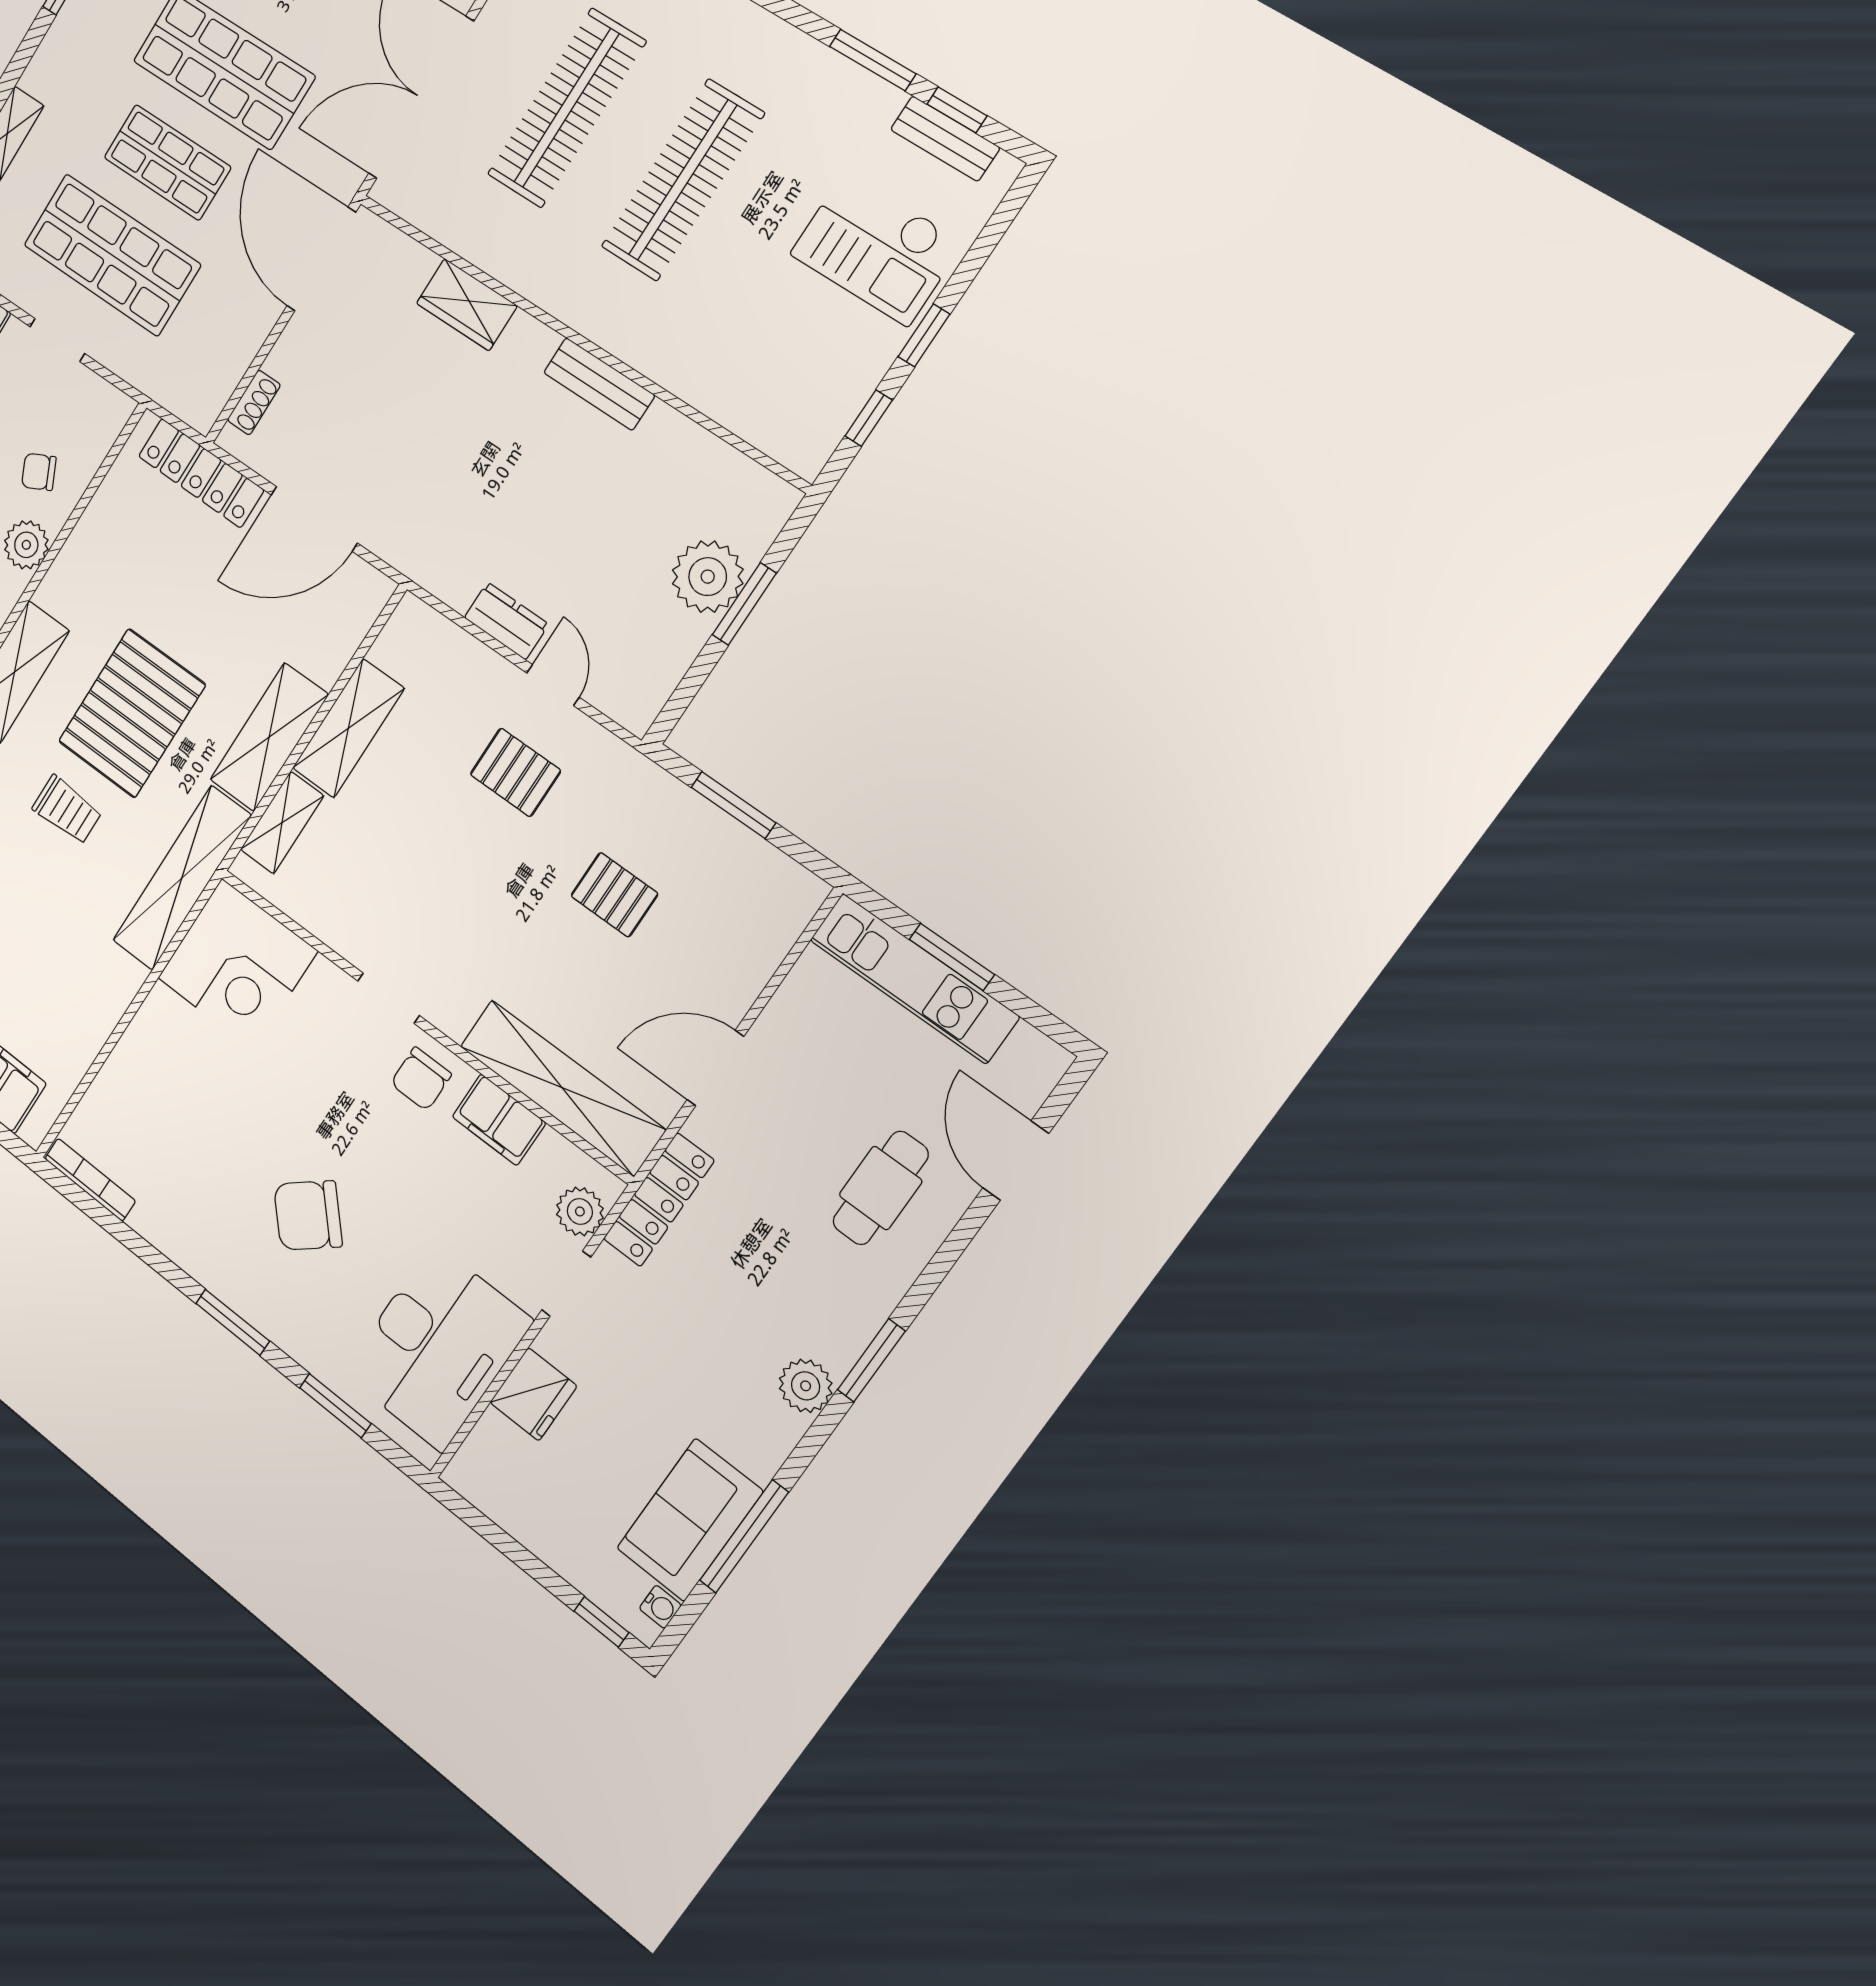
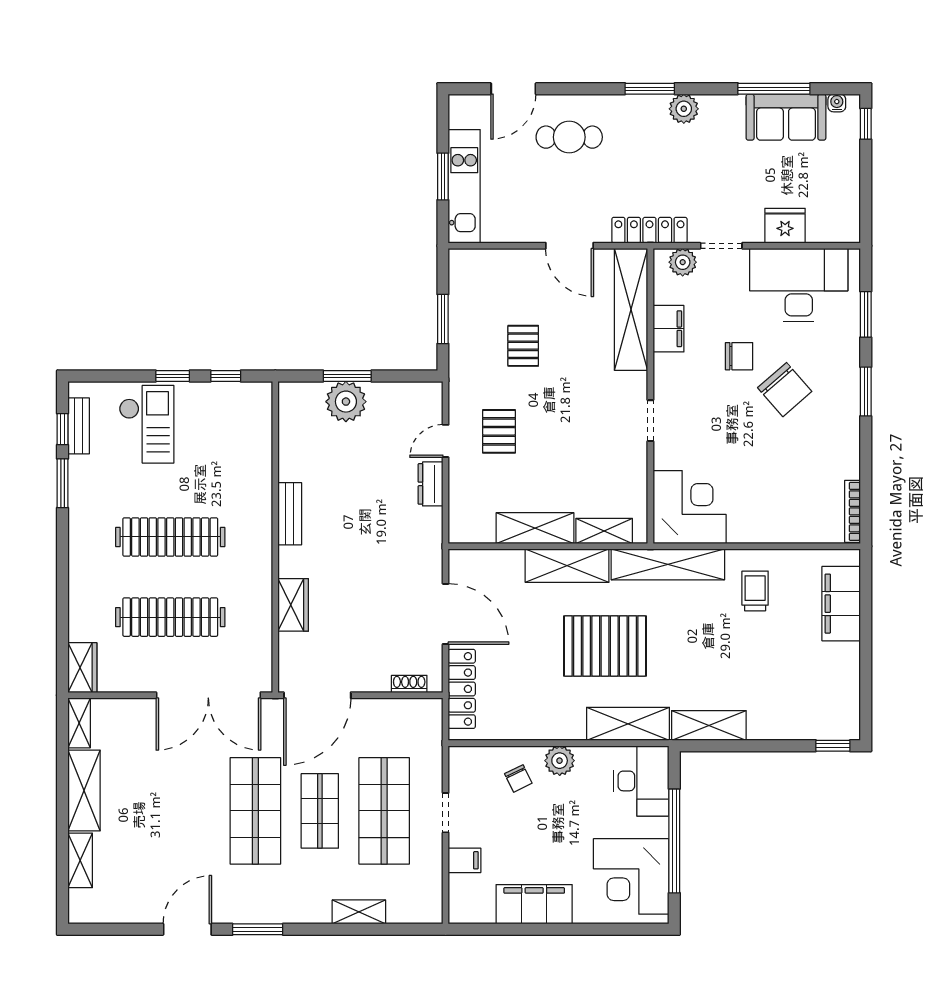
trolley: (67, 810) -> (755, 591), moved
chair: (421, 1079) -> (739, 356), moved

